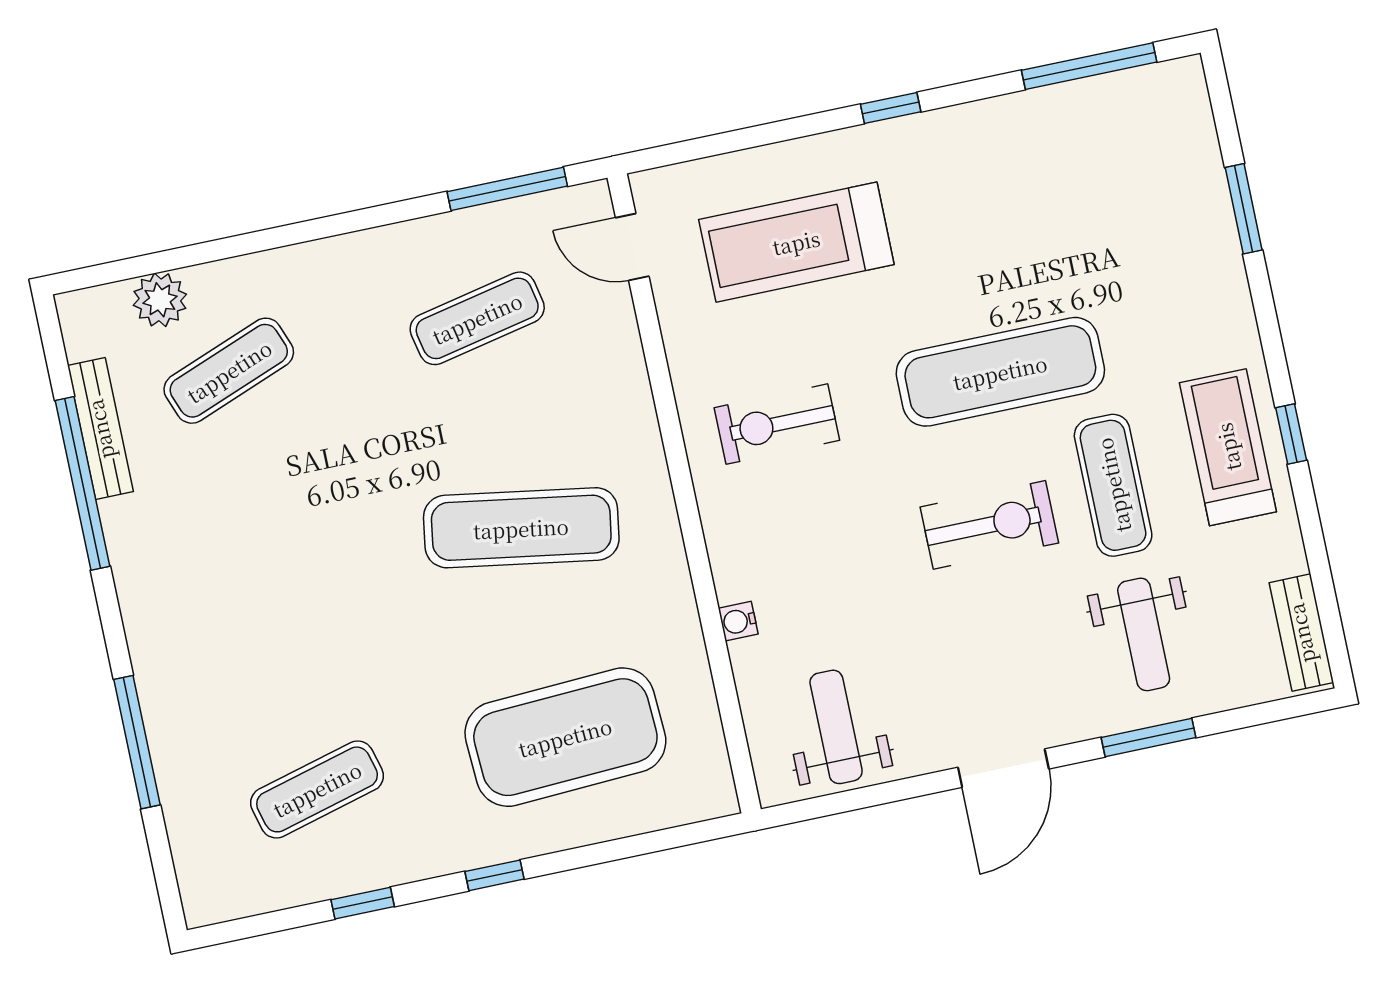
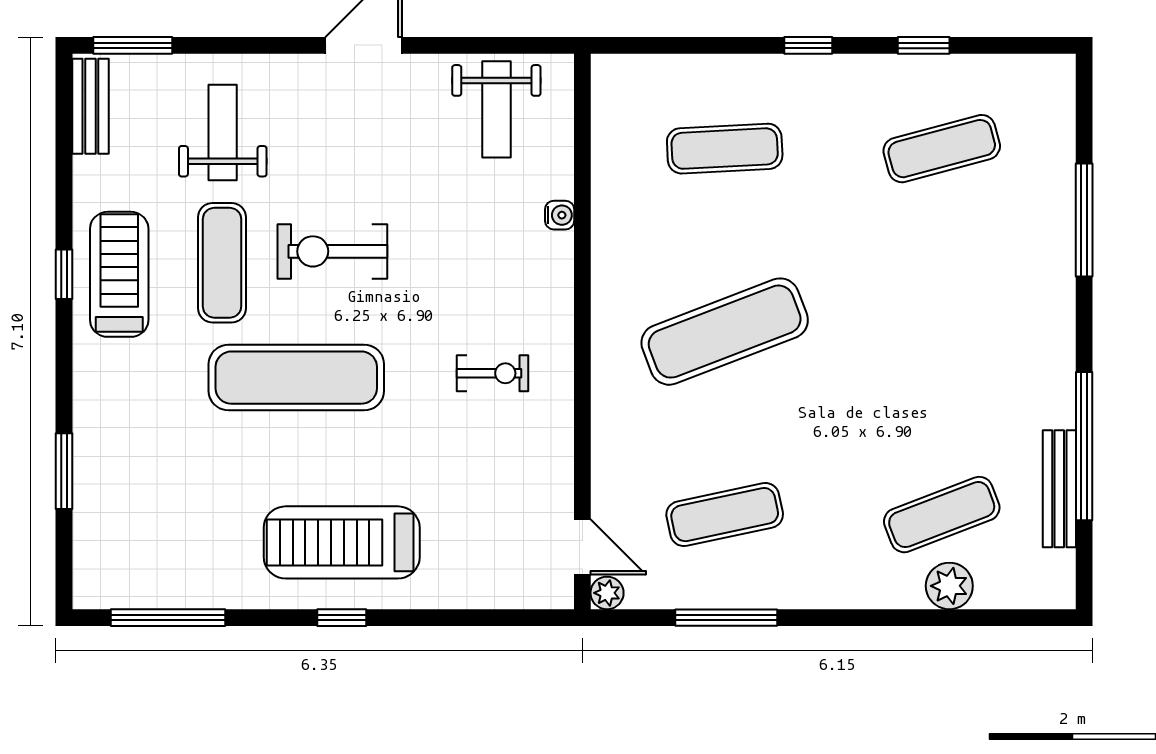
window: (507, 189) -> (726, 618), moved
plant: (593, 200) -> (607, 593), added
treadmill: (796, 242) -> (342, 542), moved, turned 180
plant: (160, 300) -> (949, 586), moved
exercise bike: (777, 424) -> (493, 373), width x0.73, depth x0.72
treadmill: (1228, 447) -> (119, 274), turned 180
exercise mat: (521, 528) -> (725, 332), turned -30
exercise mat: (565, 737) -> (725, 149), width x0.50, depth x0.69
window: (1149, 738) -> (133, 45), moved

